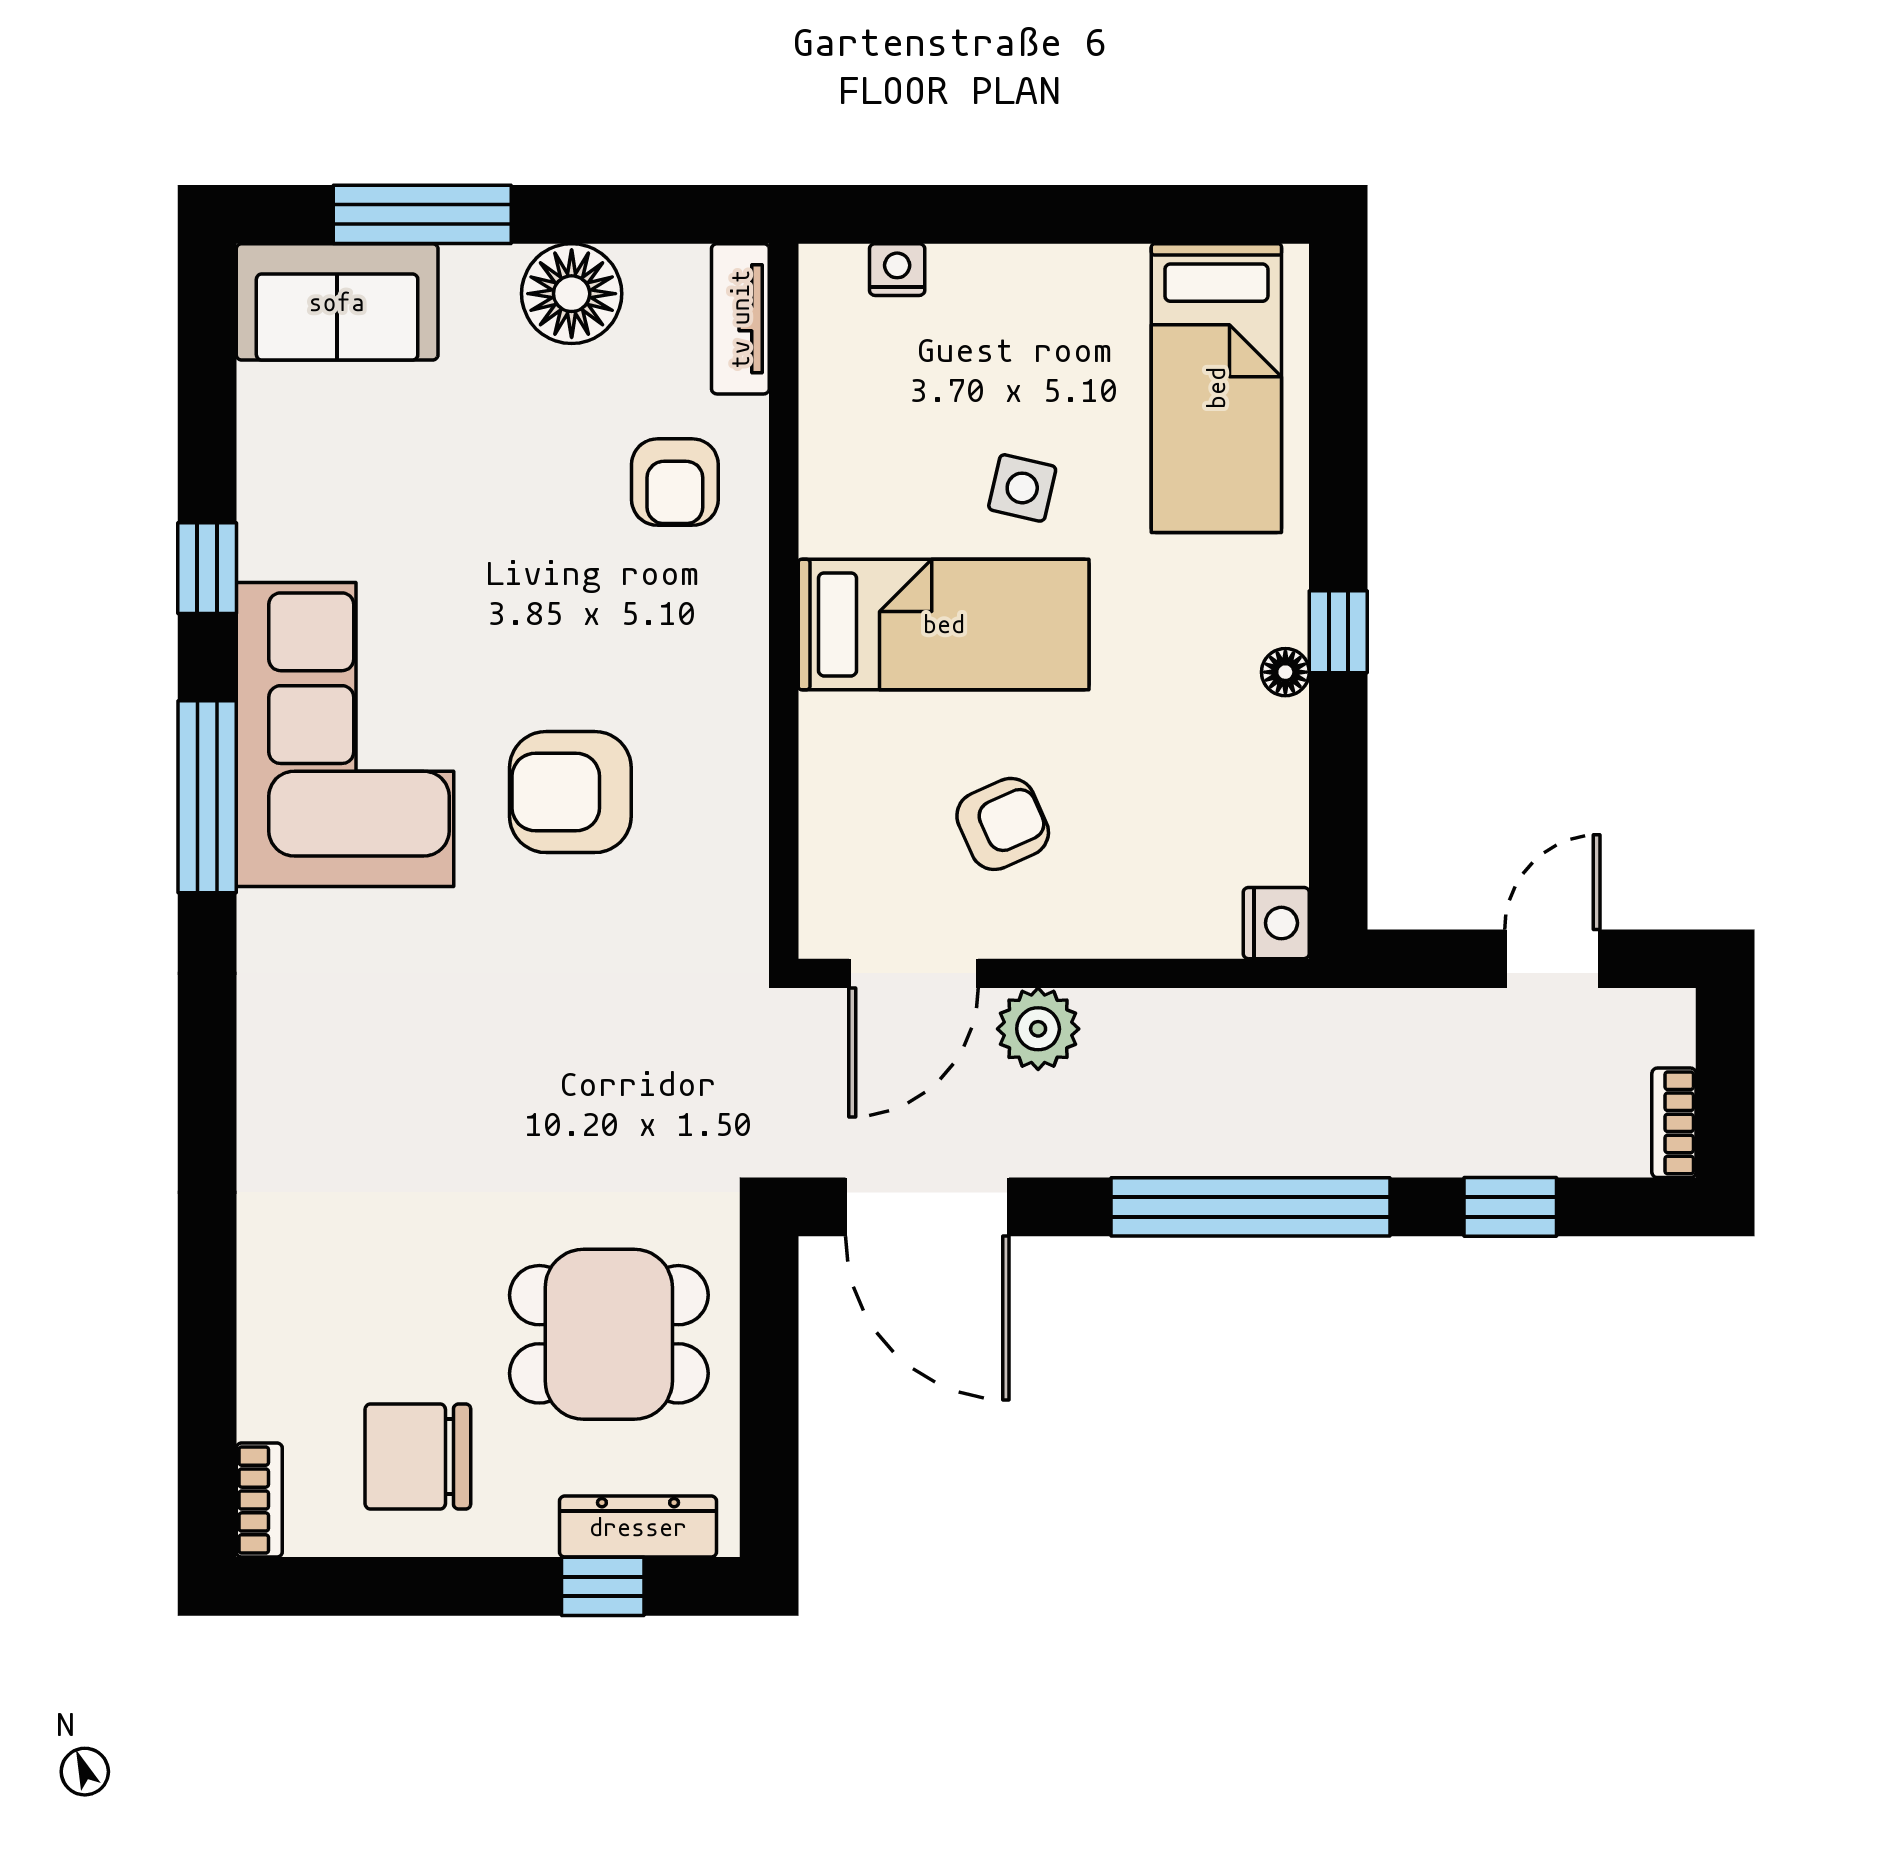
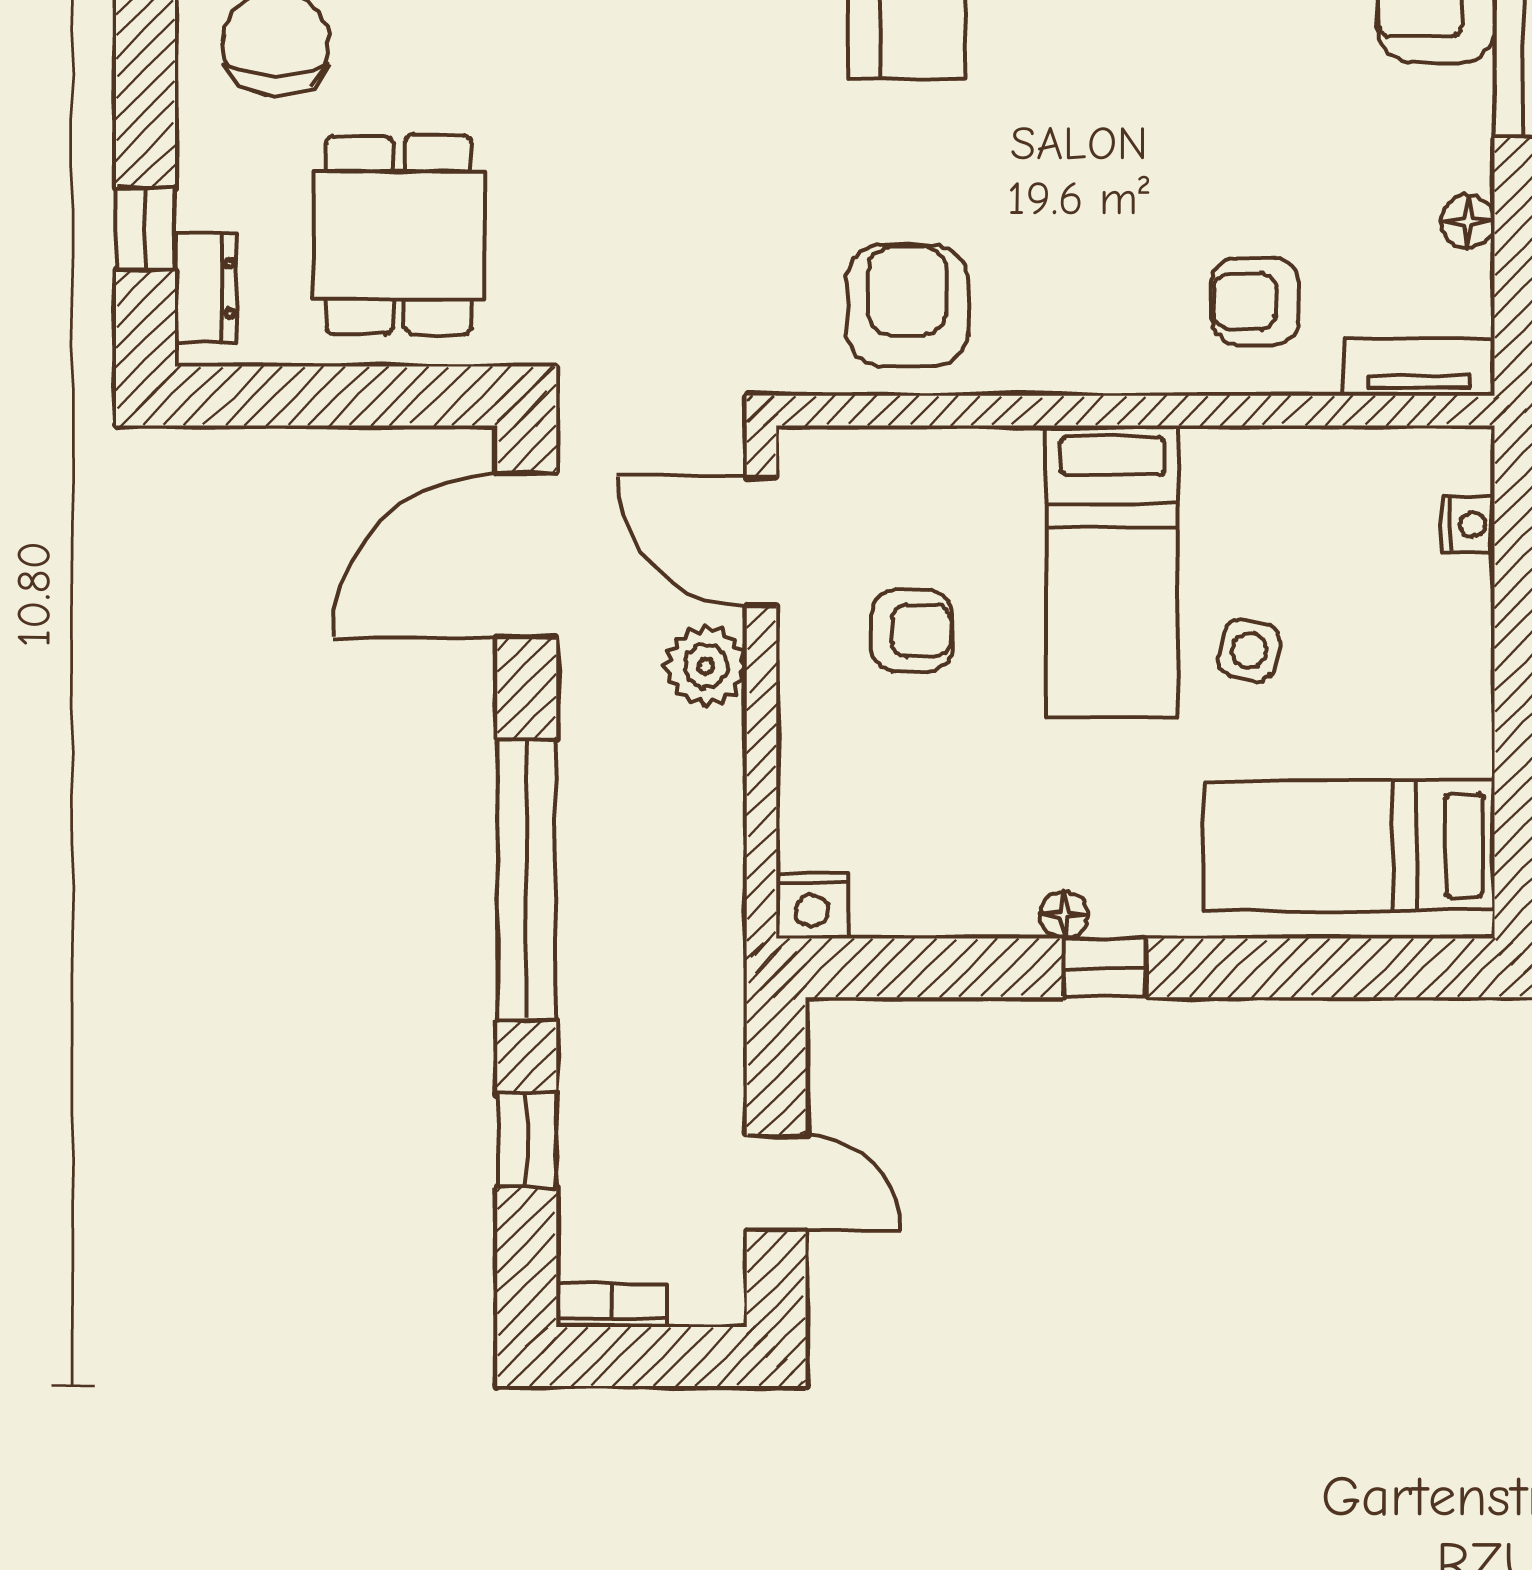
floor lamp: (572, 294) -> (1468, 221), width x0.53, depth x0.53
armchair: (570, 792) -> (907, 306), moved
armchair: (1003, 824) -> (912, 631), turned -66
dresser: (638, 1527) -> (206, 288), width x0.70

